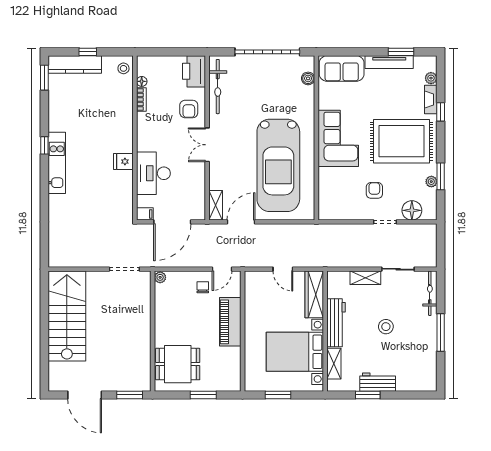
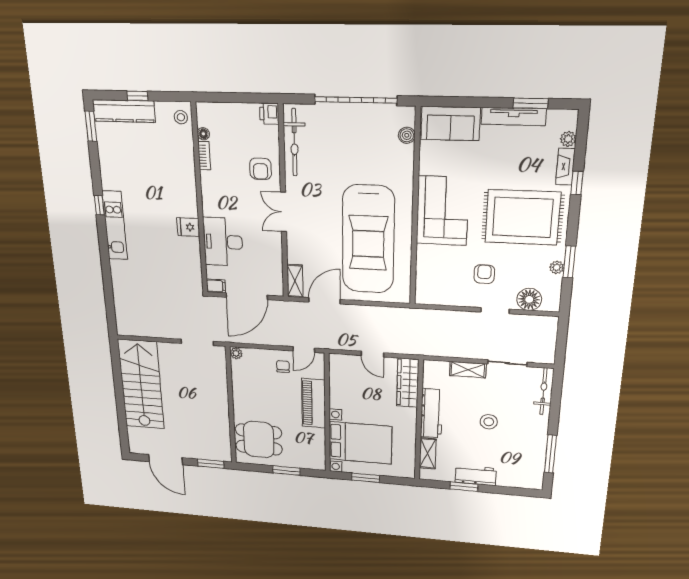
printer: (194, 71) -> (269, 114), width x0.53, depth x0.68
window: (441, 333) -> (550, 454), moved
bed with nightstands: (295, 352) -> (360, 443), moved, turned 180

